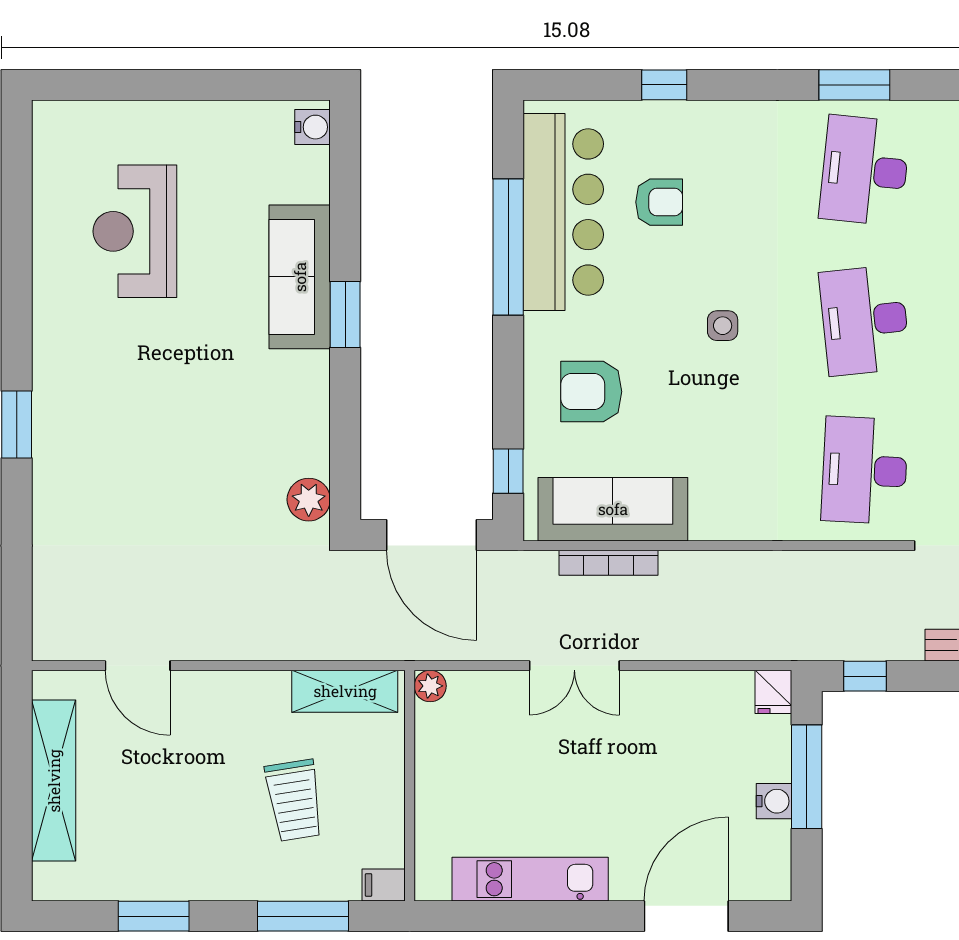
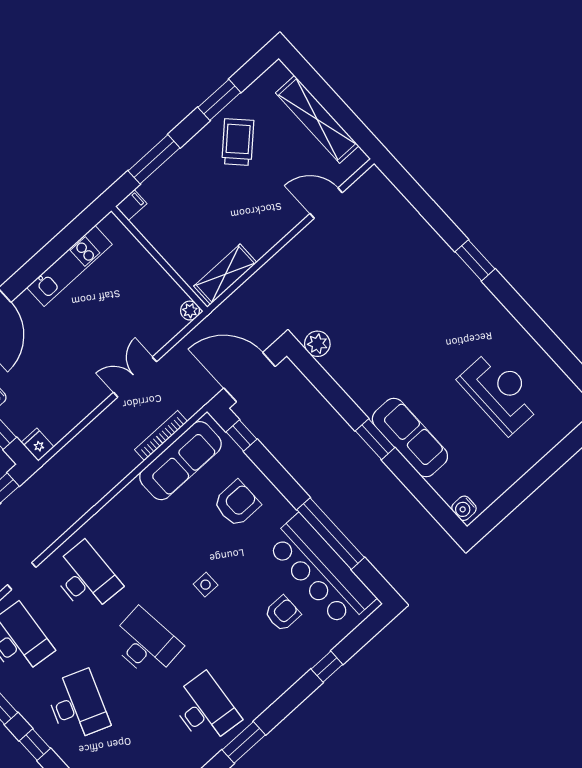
armchair: (659, 202) -> (282, 613), turned 180
trolley: (294, 800) -> (238, 142), moved, turned 55

